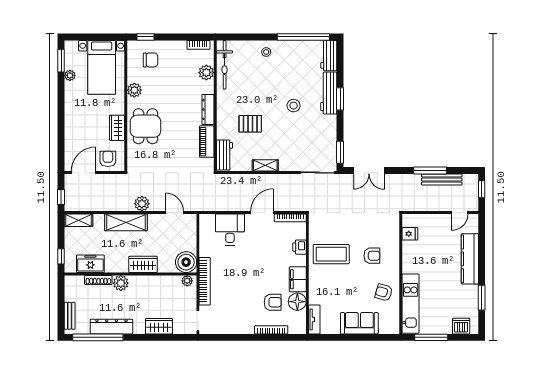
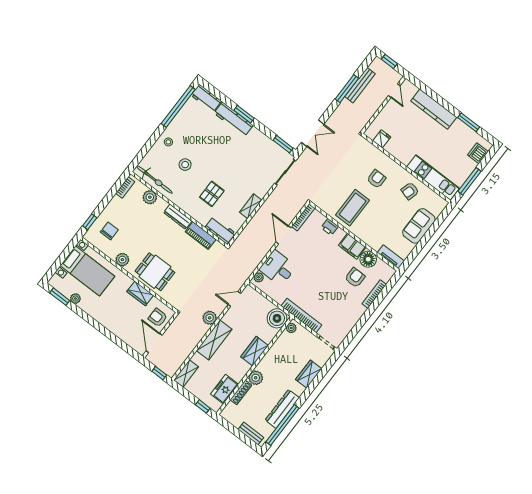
stool: (294, 106) -> (185, 165), moved
plant: (209, 219) -> (259, 277), added

